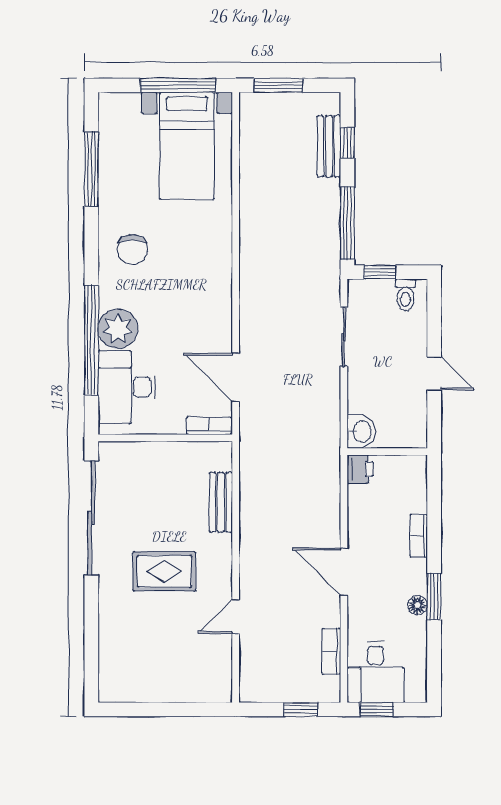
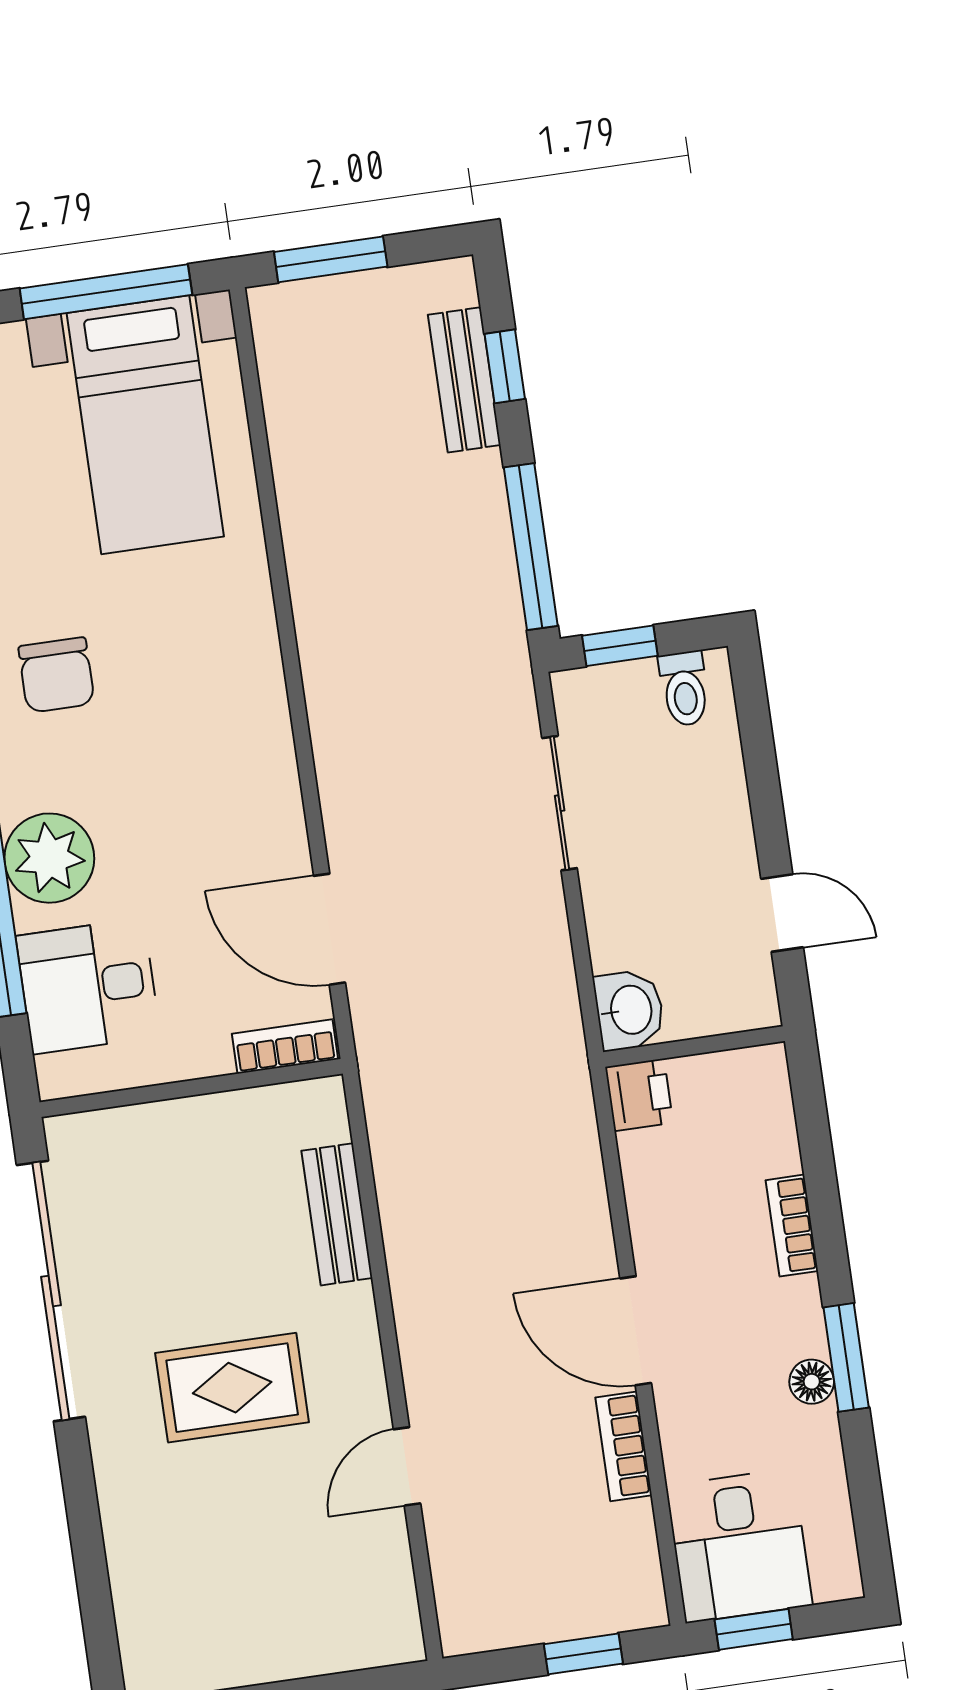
door: (434, 373) -> (782, 913), moved
desk: (127, 387) -> (88, 986), width x0.73
bookcase: (331, 651) -> (624, 1446), moved

